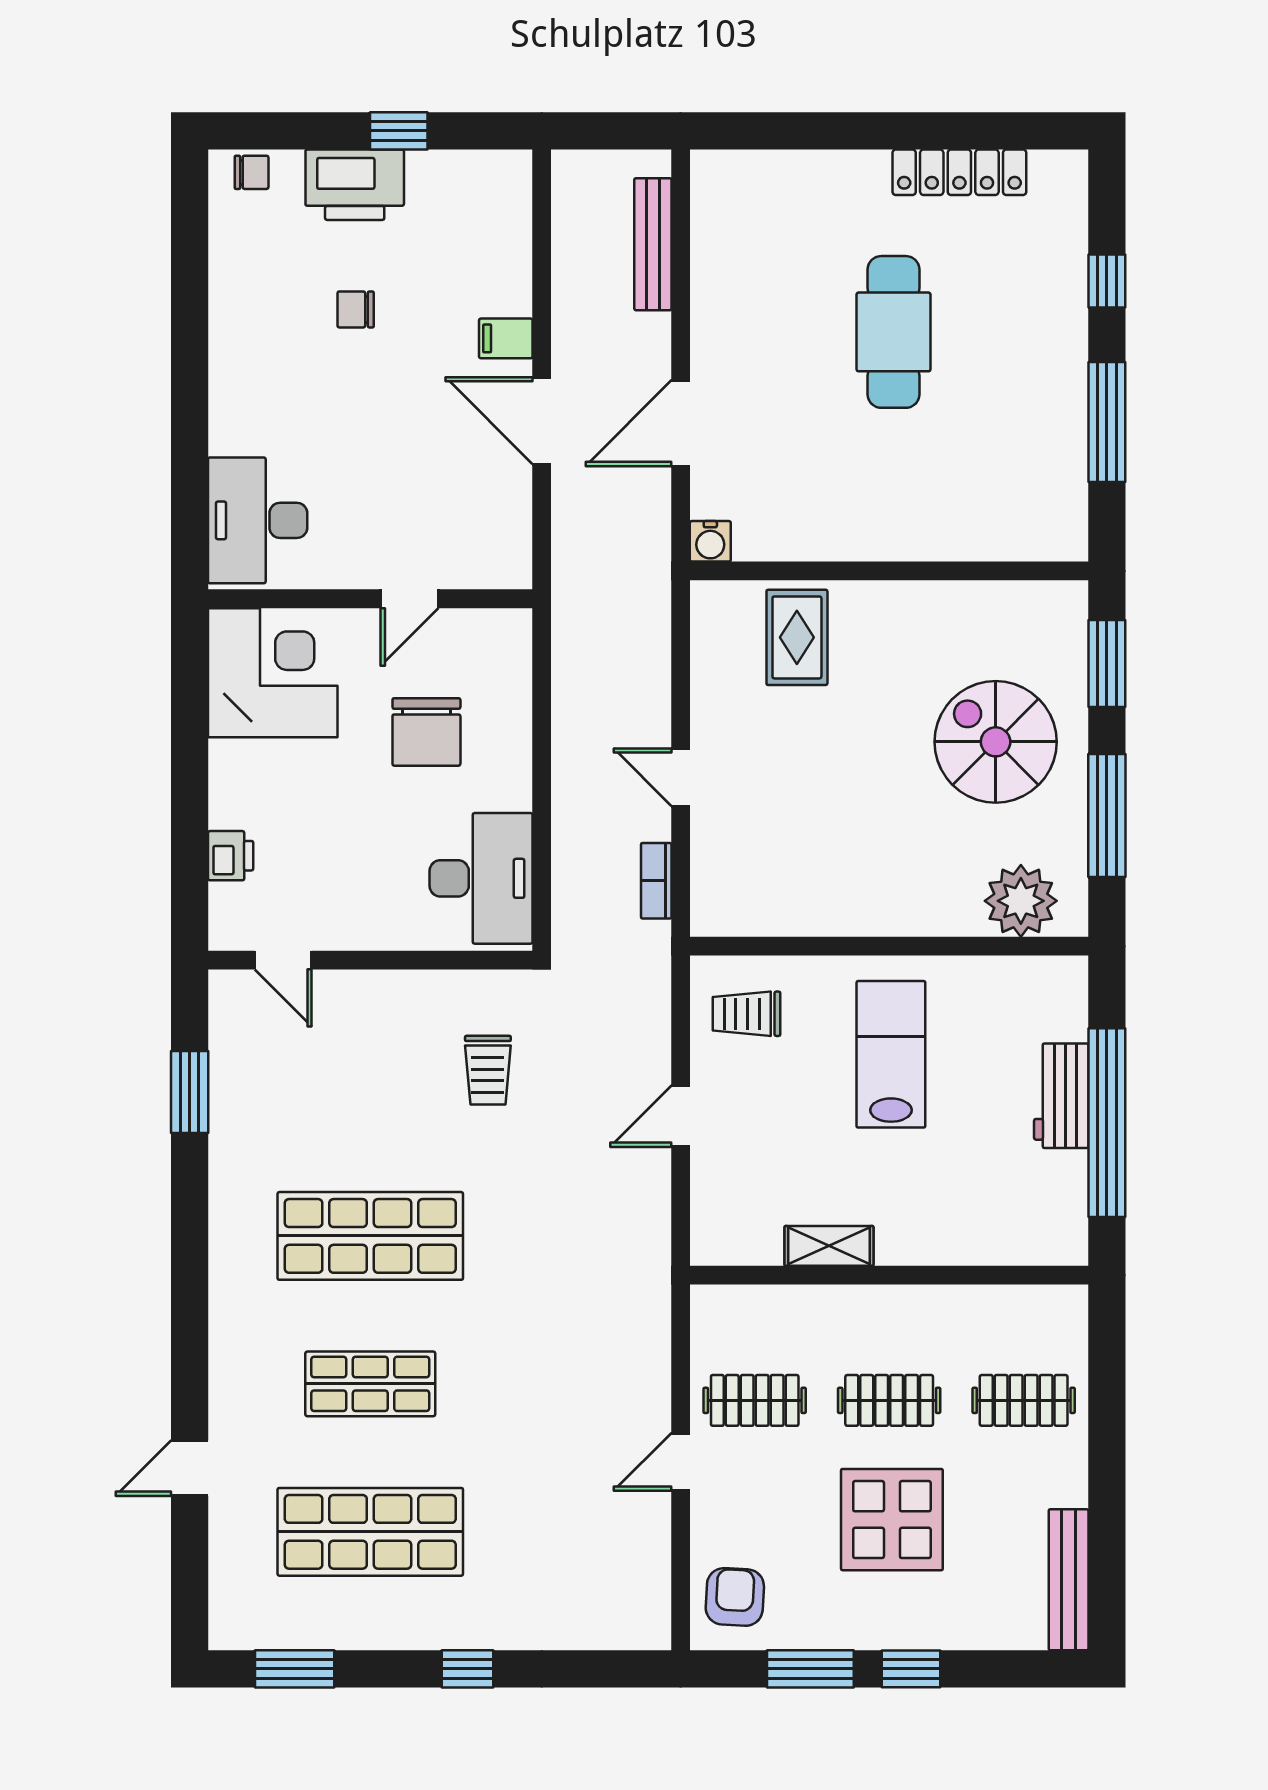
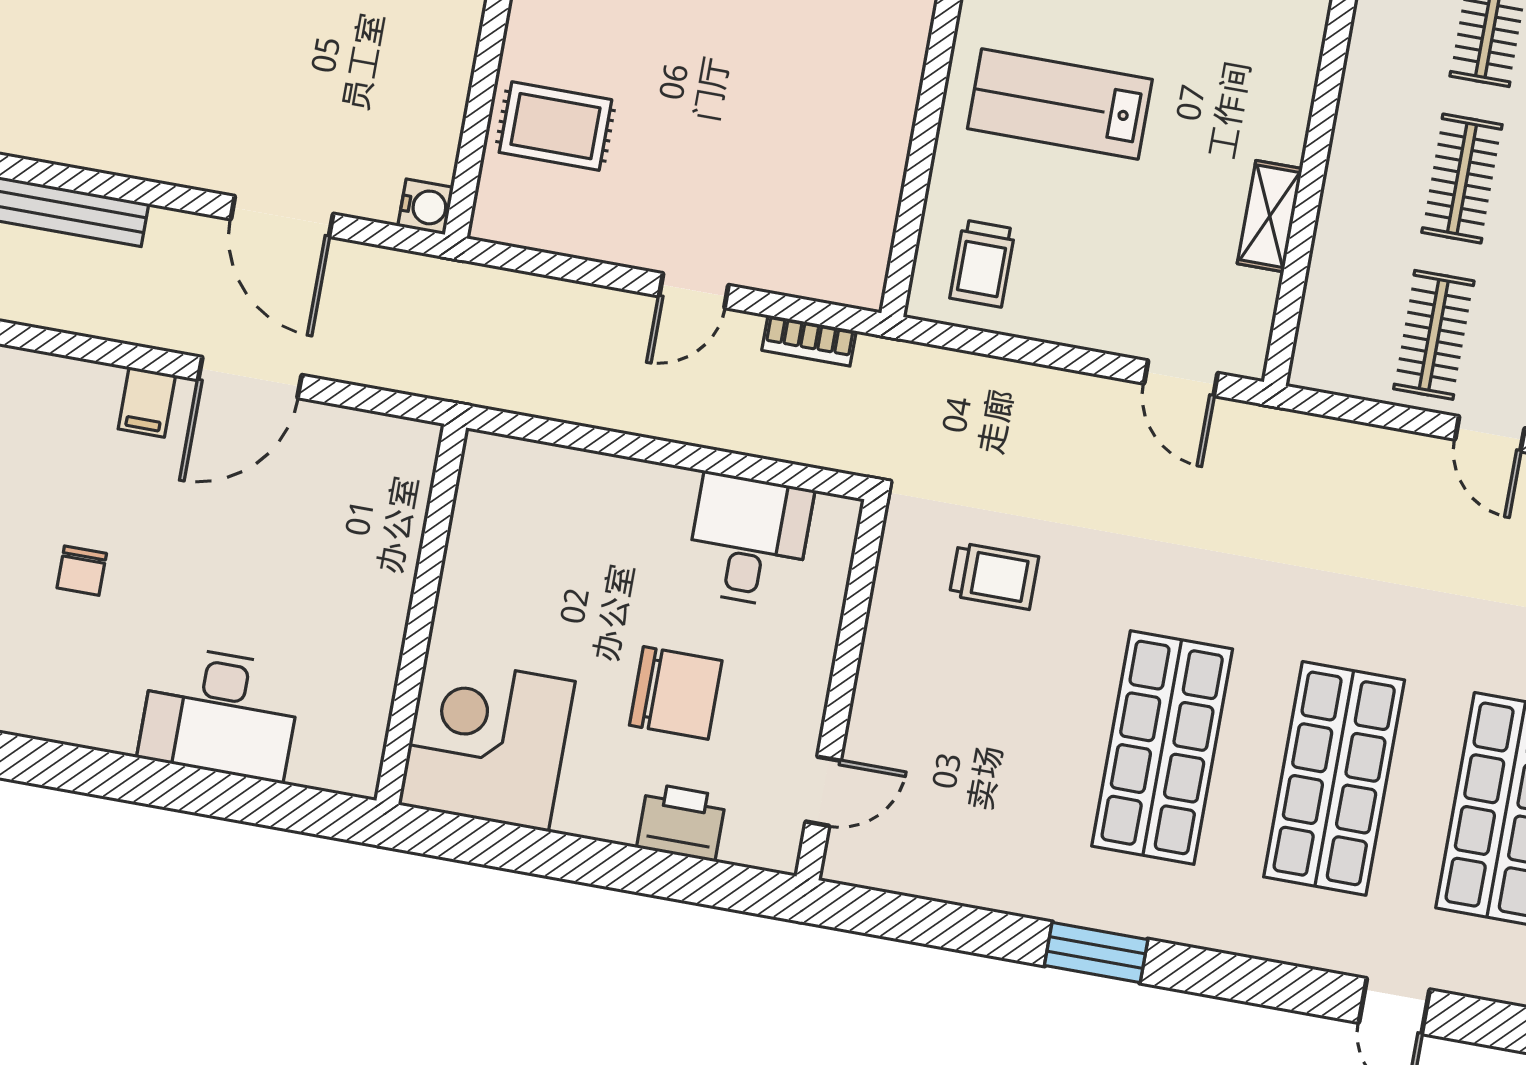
desk: (258, 520) -> (220, 713), moved
door: (410, 599) -> (429, 568), removed
chair: (426, 732) -> (676, 693), moved
printer: (231, 856) -> (681, 822), width x1.36, depth x1.24
desk: (481, 878) -> (749, 540), width x0.73
window: (190, 1092) -> (1096, 952), moved
door: (681, 1116) -> (1181, 378), moved
shop shelf: (370, 1384) -> (1334, 778), width x1.43, depth x1.36

